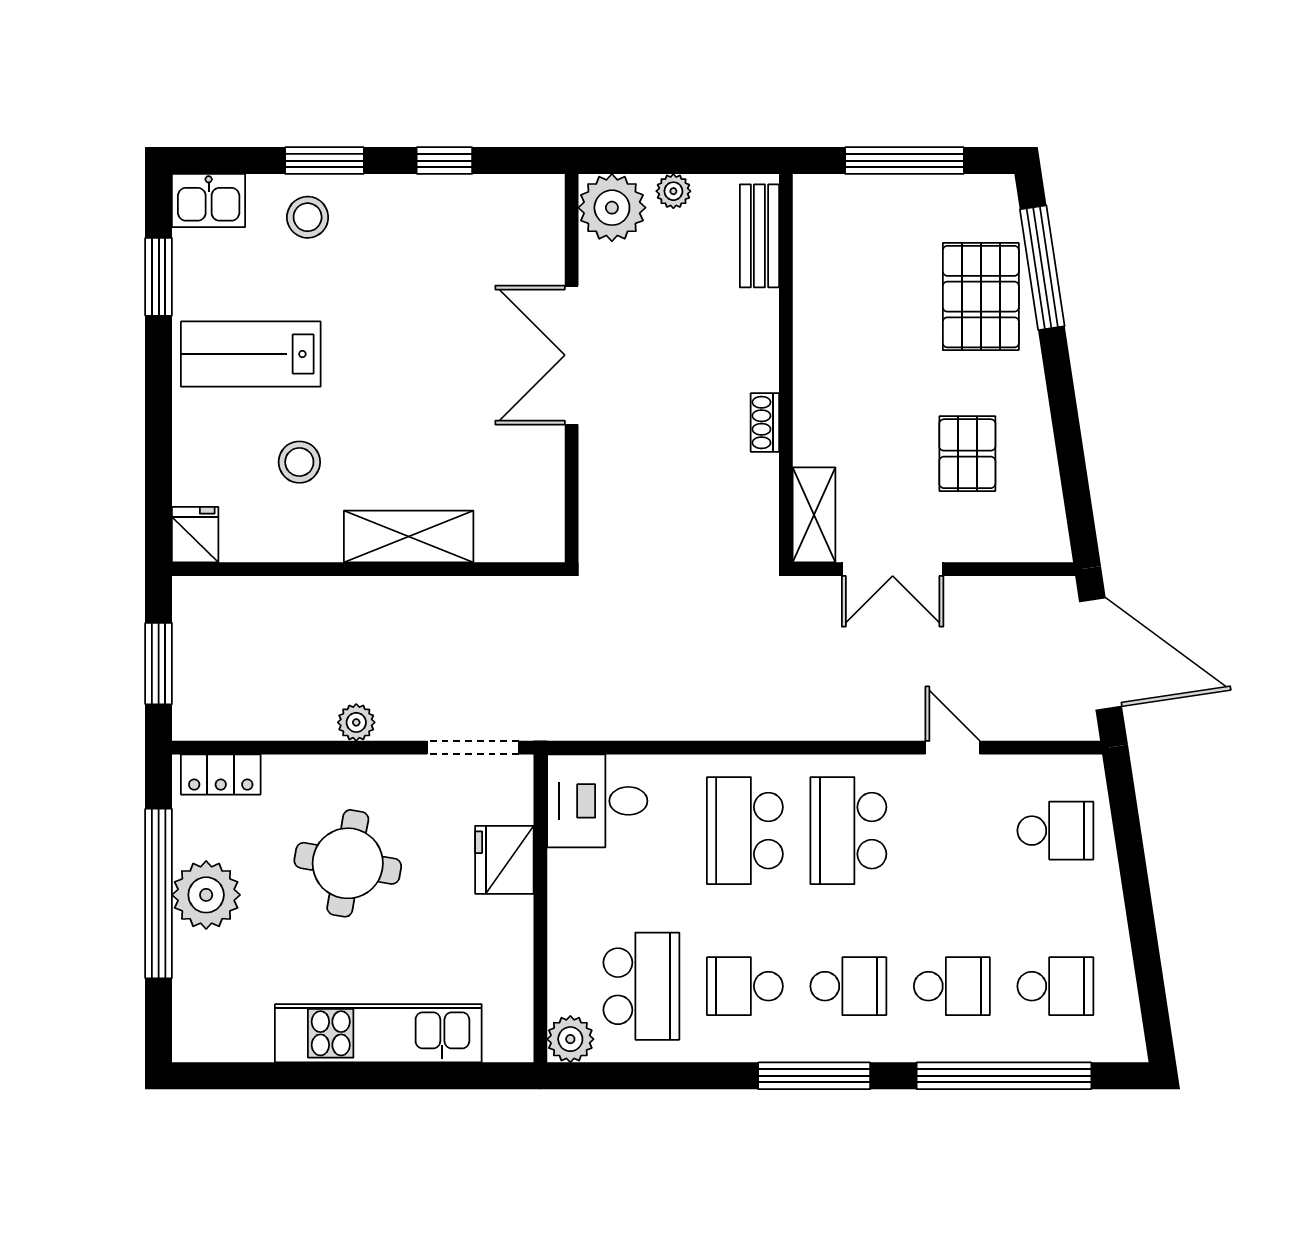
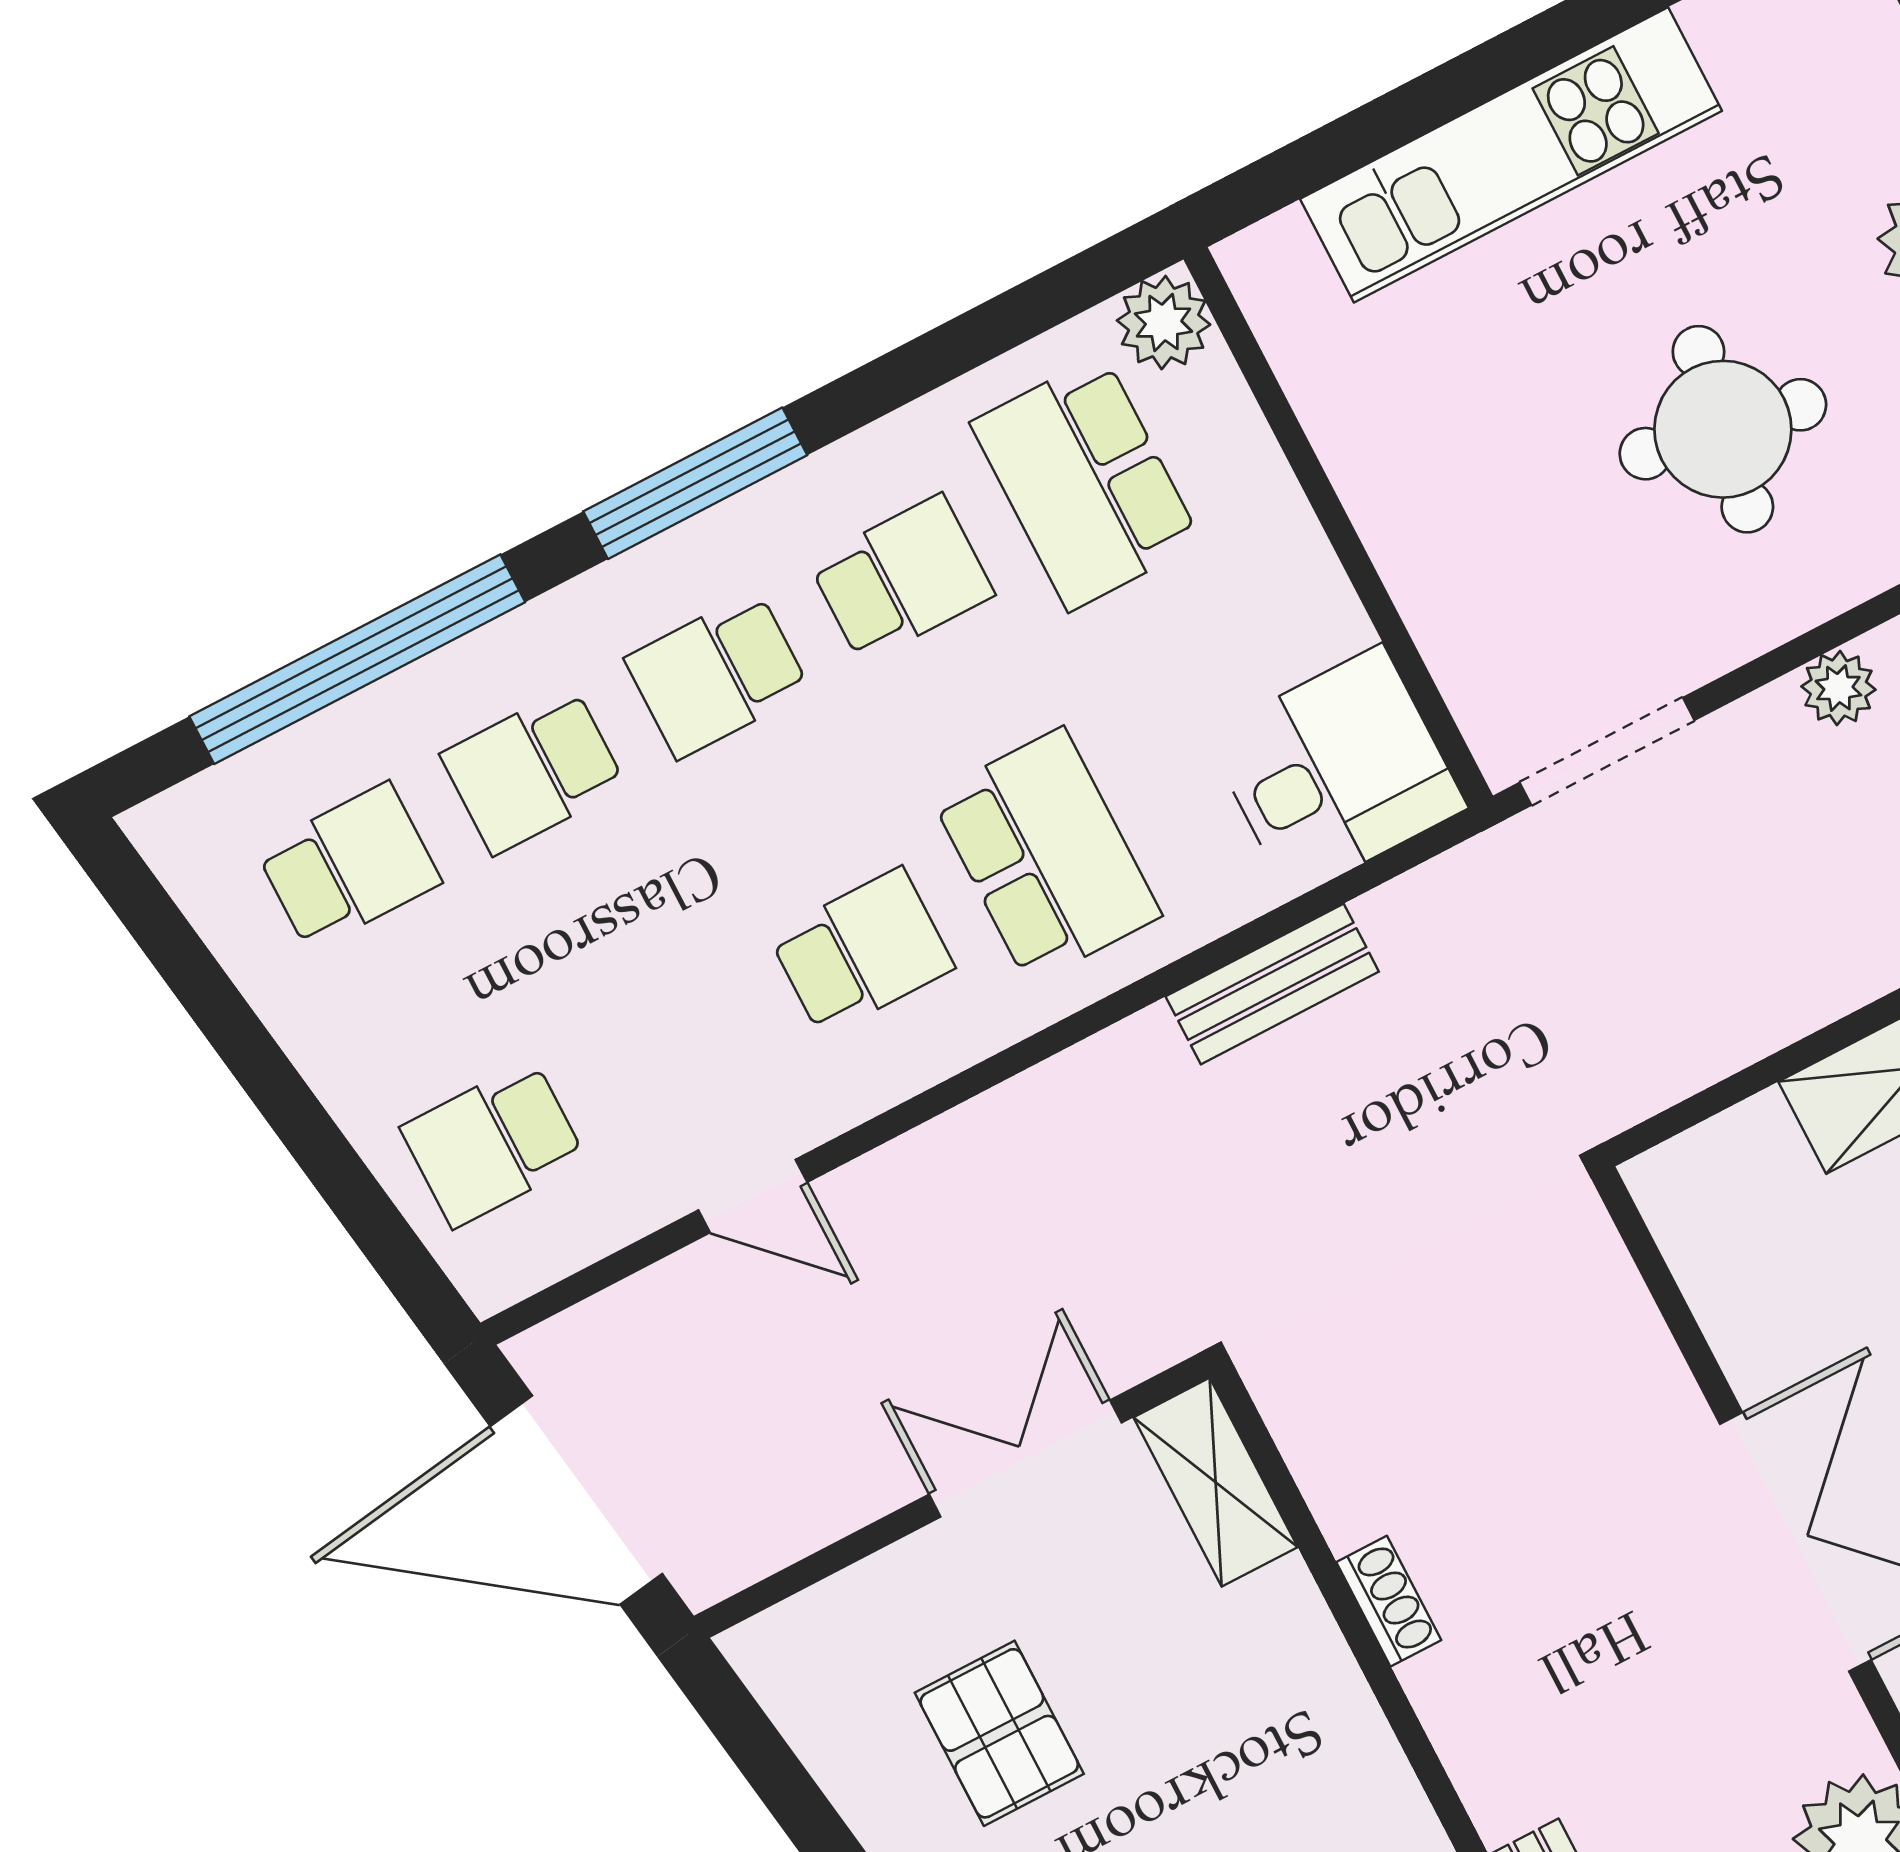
bench: (674, 722) -> (1272, 984), added
school desk: (848, 831) -> (862, 952), width x0.54
fridge: (504, 860) -> (1447, 581), removed
school desk: (1055, 986) -> (349, 866), turned 180

